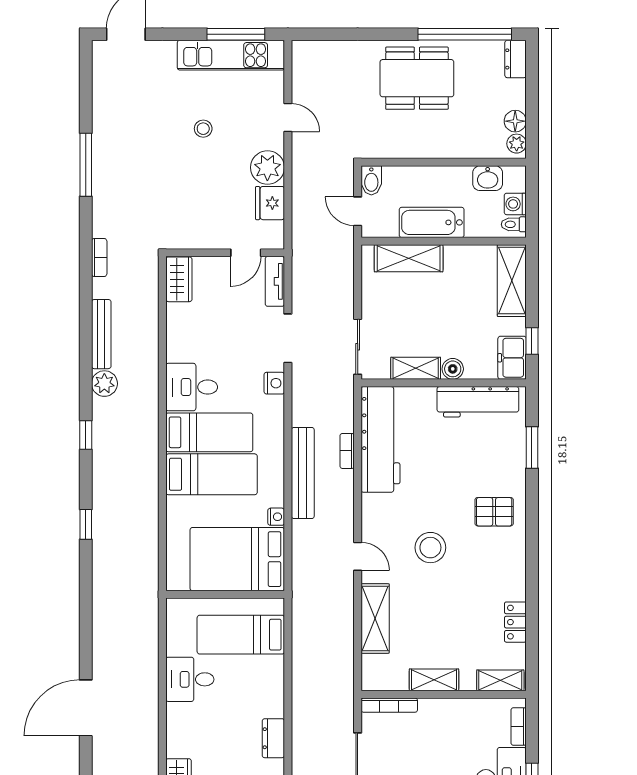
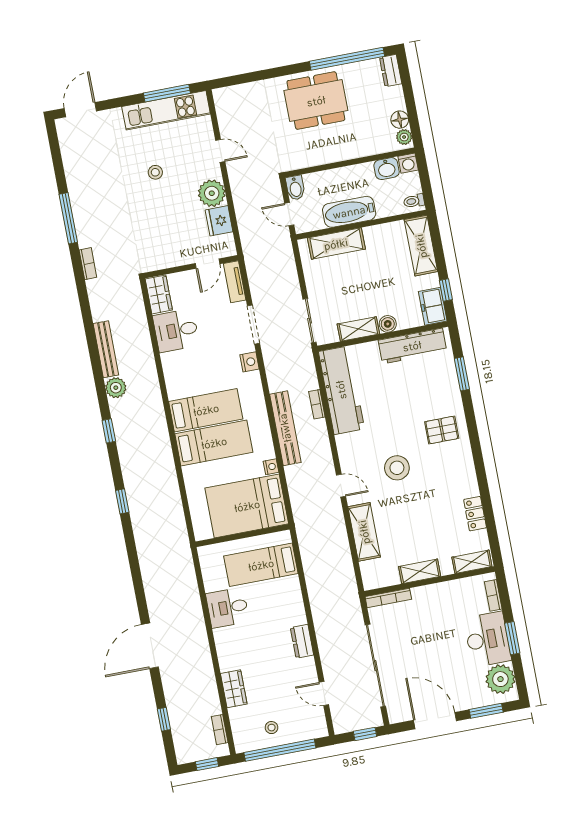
washing machine: (515, 204) -> (408, 163), moved, turned -90
bookcase: (99, 258) -> (88, 264), moved
desk: (192, 387) -> (176, 331), moved

